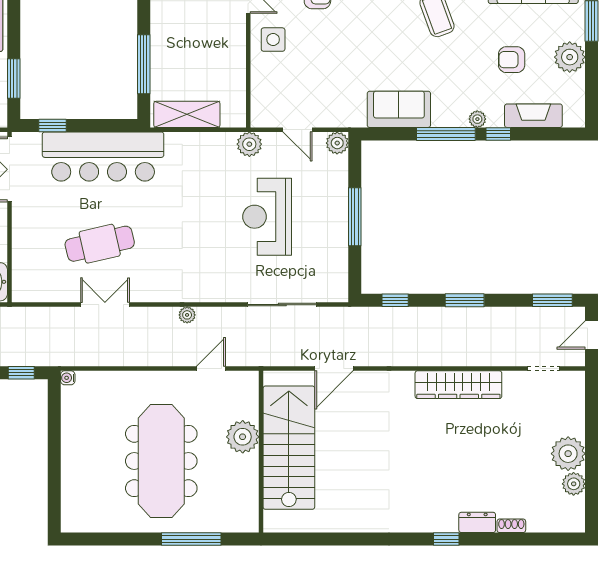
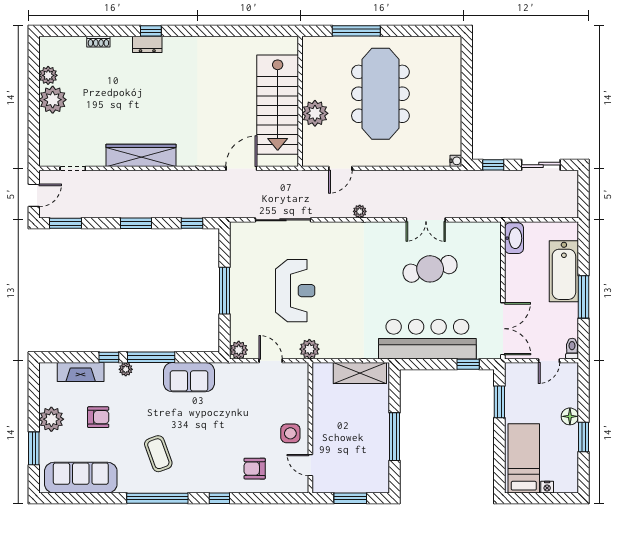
window: (144, 64) -> (395, 437), moved
dresser: (477, 522) -> (147, 44), moved

